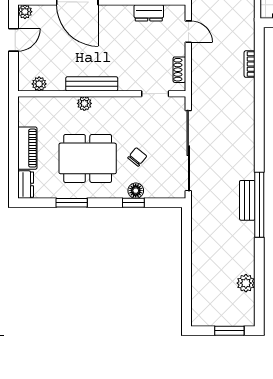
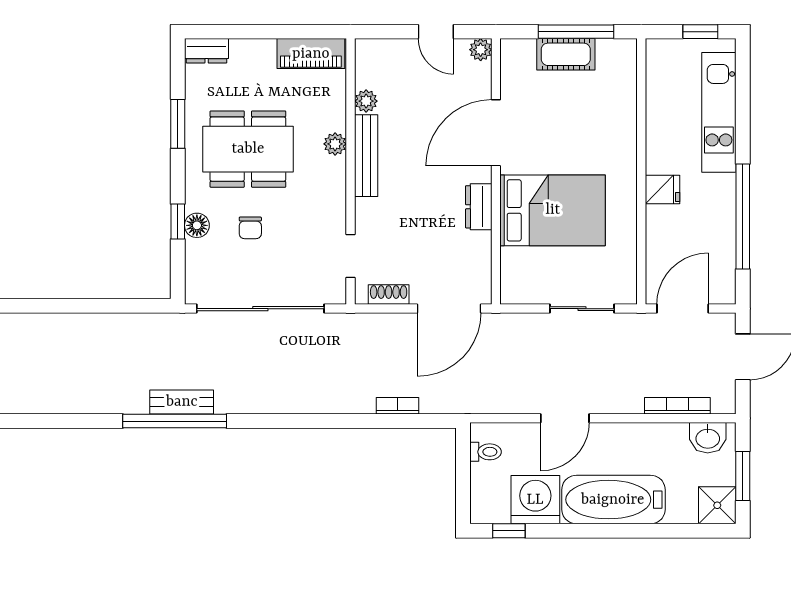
dresser: (149, 13) -> (479, 207), moved
door: (188, 32) -> (449, 309), width x1.87
plant: (39, 84) -> (366, 101), moved
piano: (27, 148) -> (311, 54), moved
chair: (137, 157) -> (250, 228), turned 51
dining table: (88, 158) -> (248, 149), turned 90
plant: (246, 283) -> (50, 400), removed

